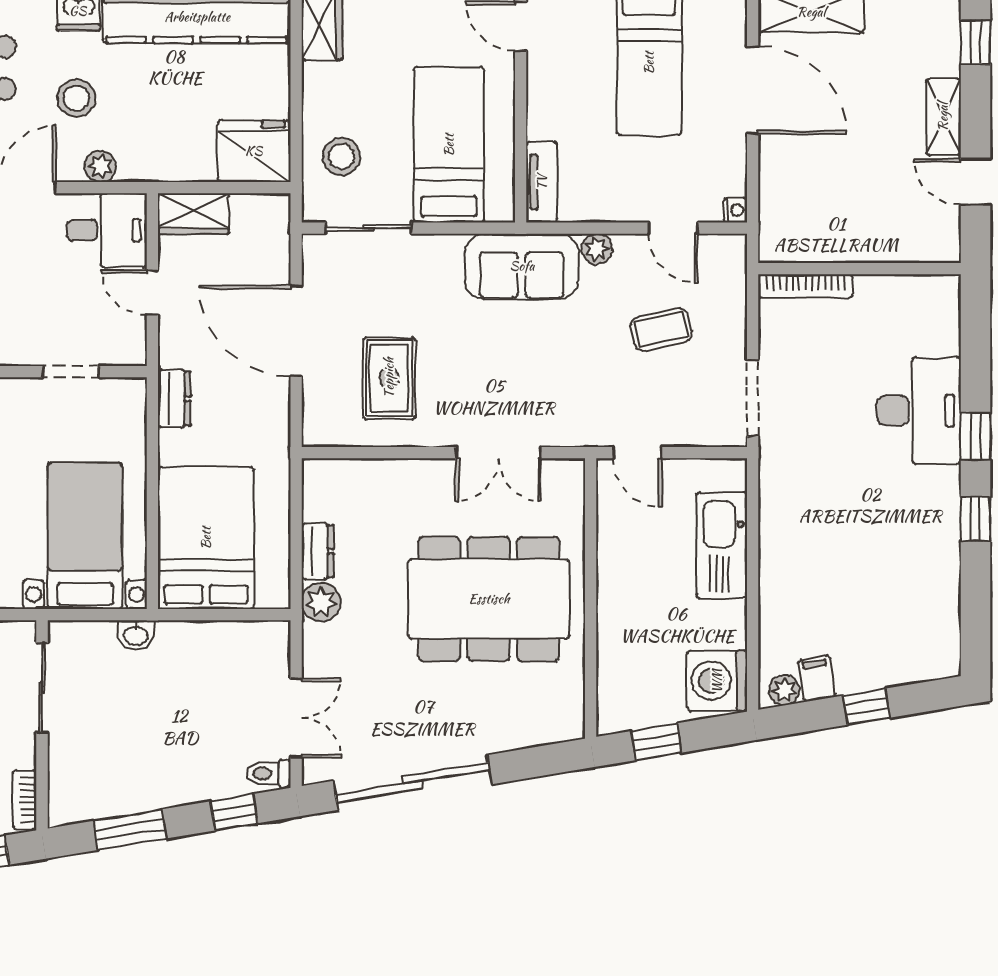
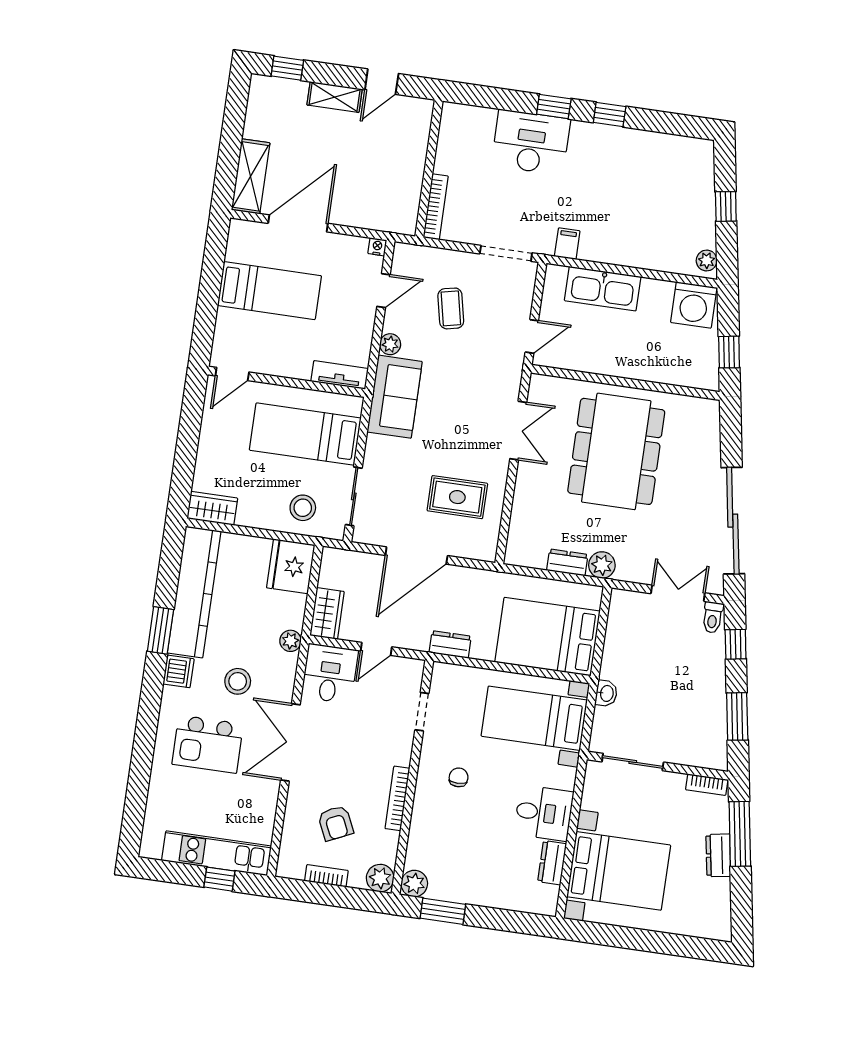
plant: (100, 166) -> (290, 641), moved
filing cabinet: (817, 678) -> (567, 244), moved, turned 99

